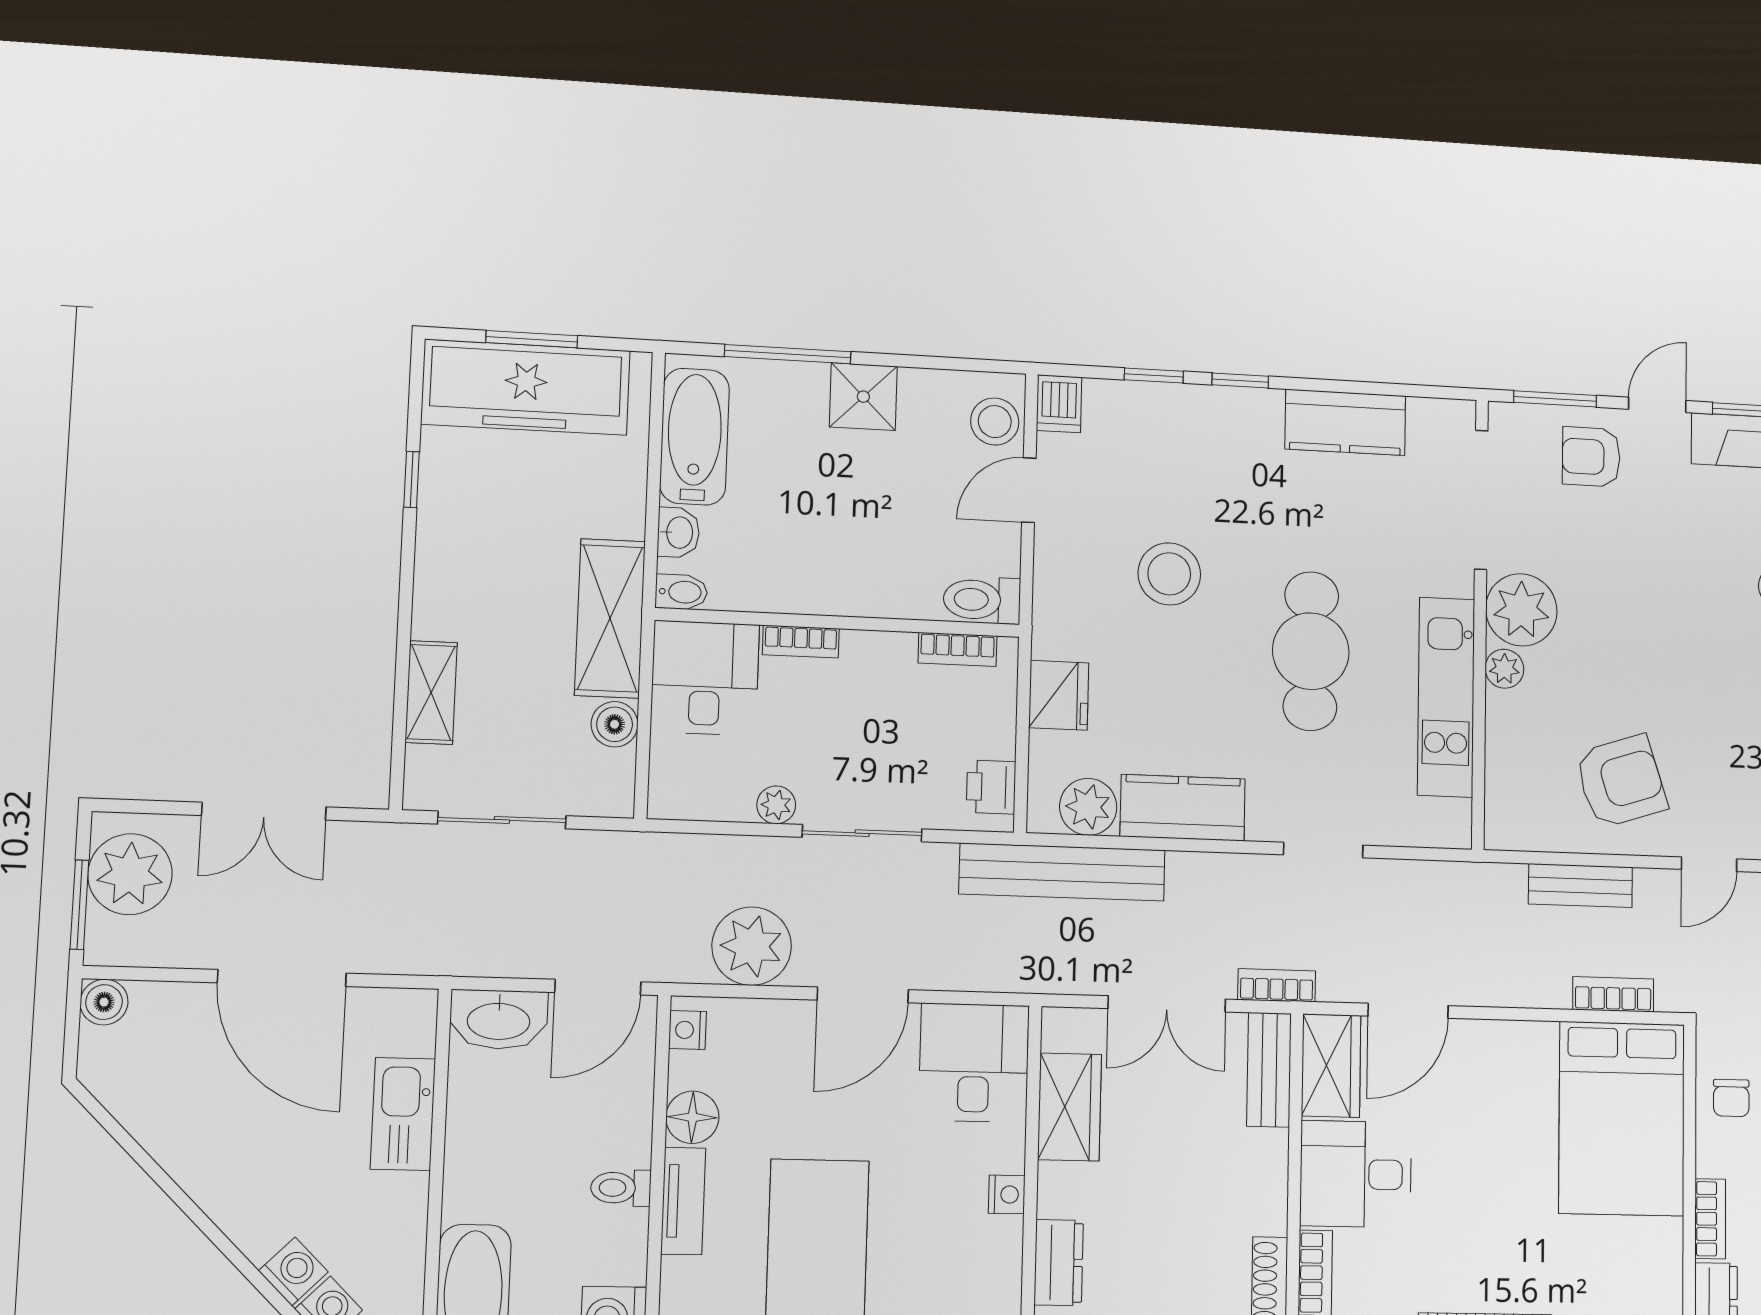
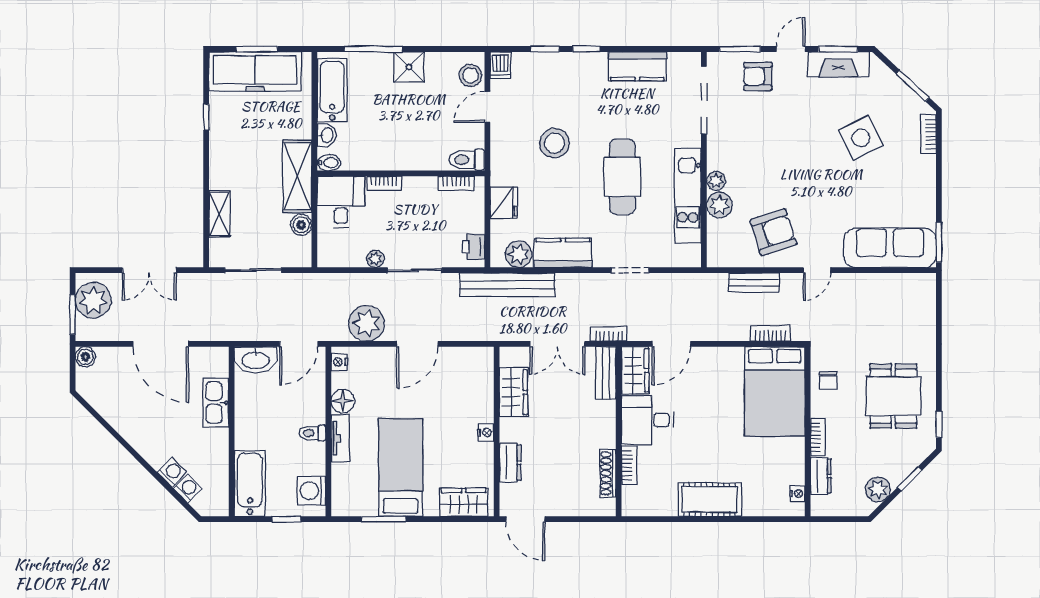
plant: (1521, 610) -> (719, 205), moved, width x0.73, depth x0.73
desk: (974, 1063) -> (469, 373), removed

